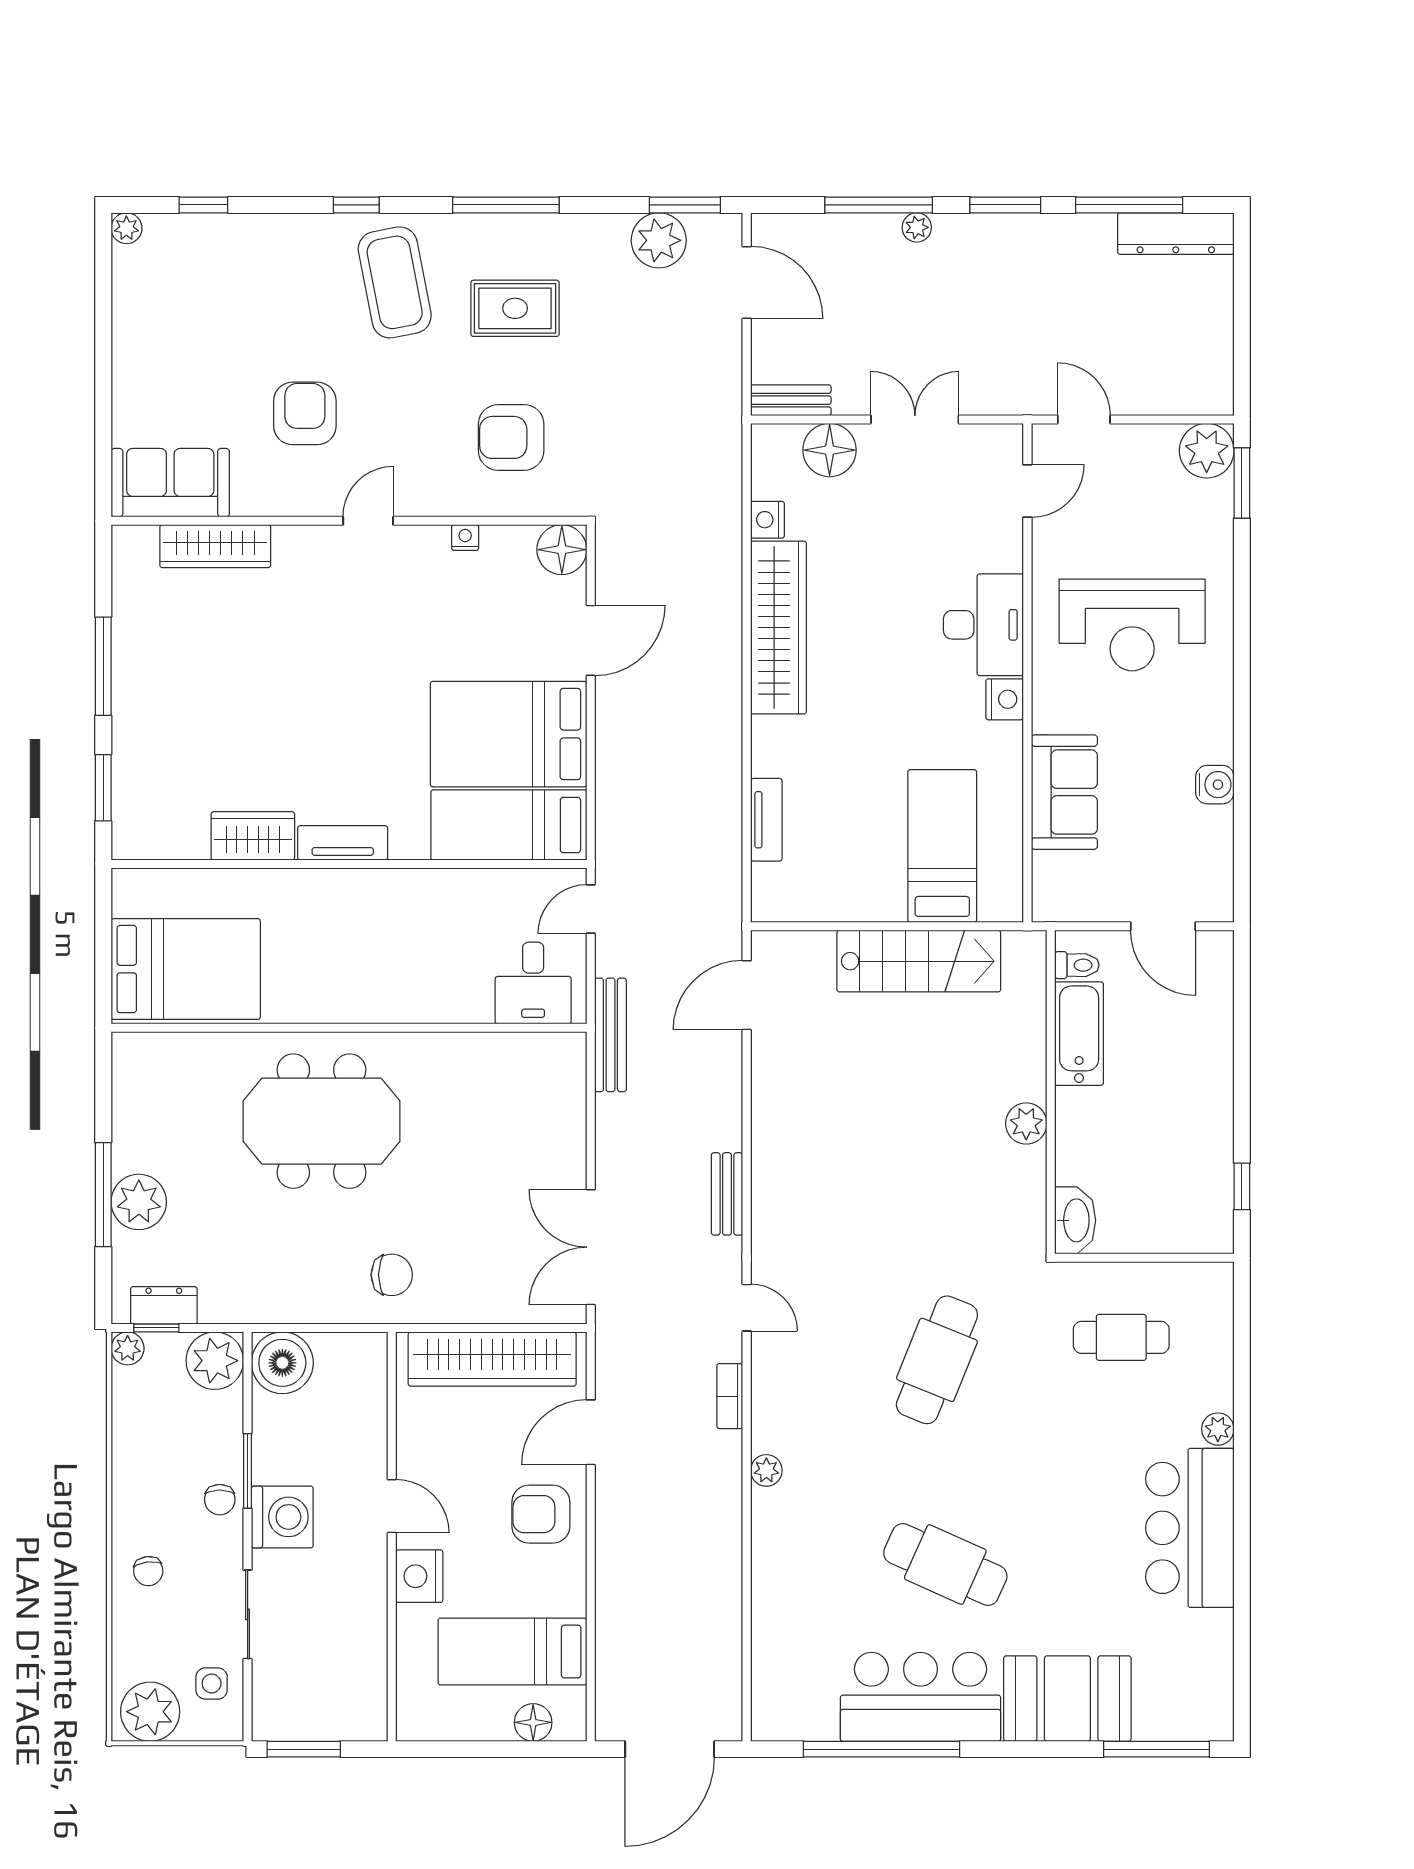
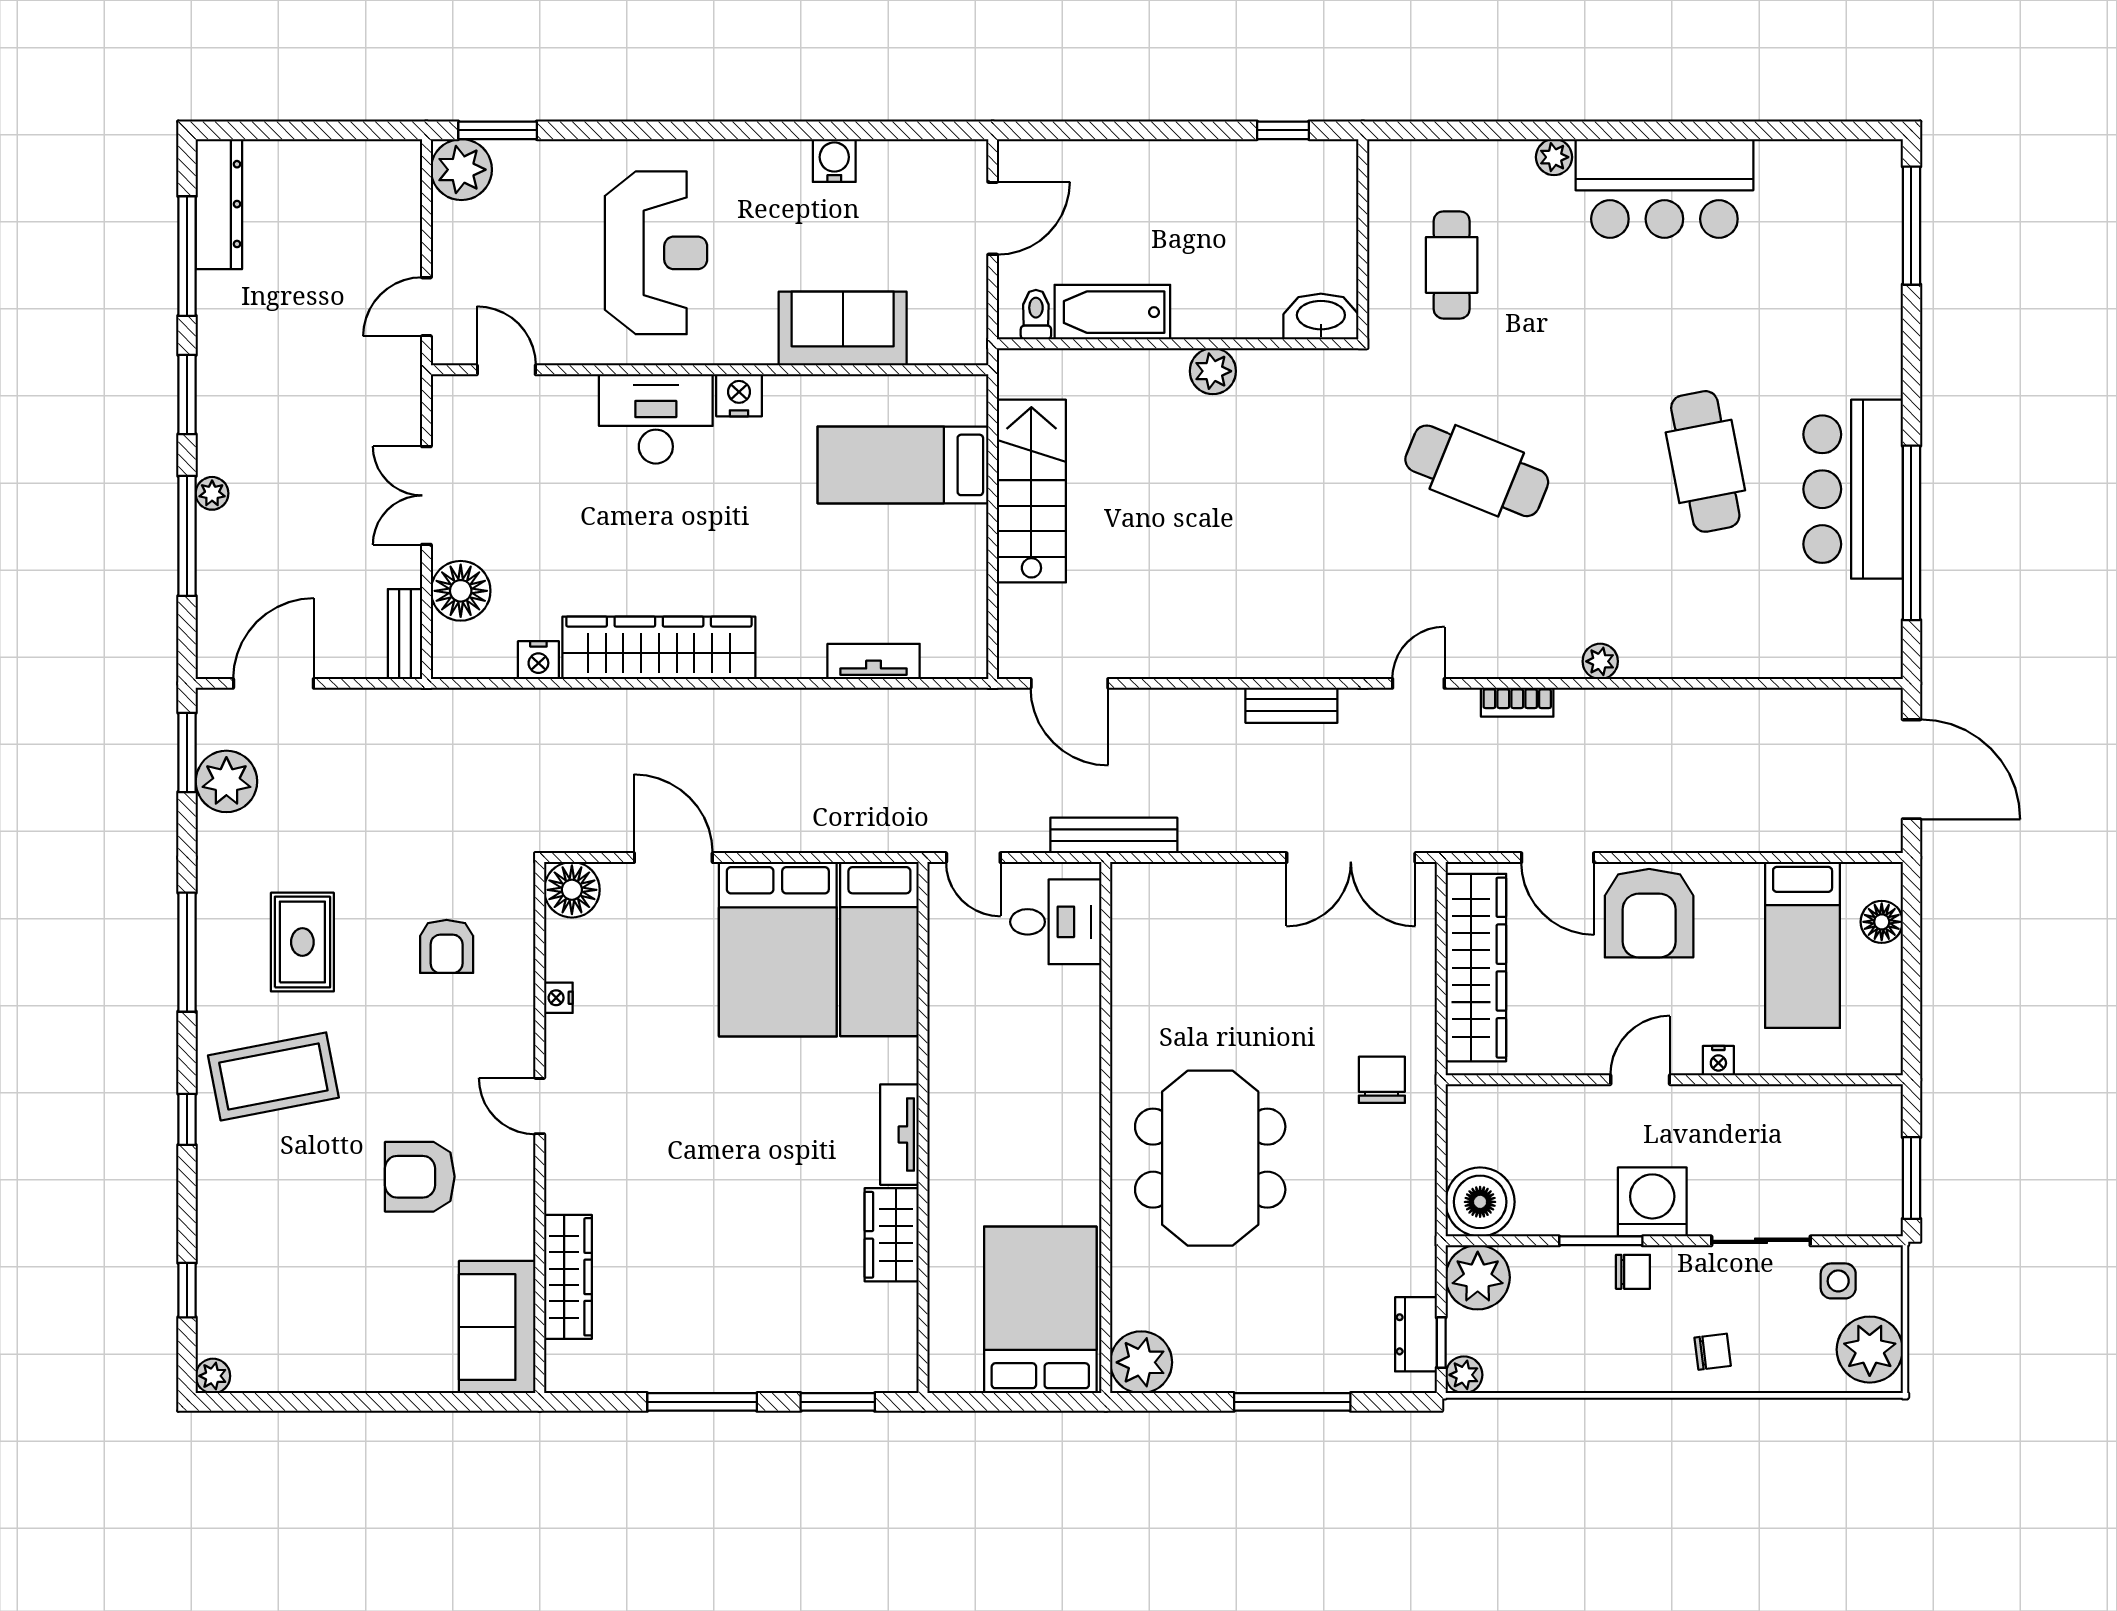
armchair: (511, 437) -> (447, 946), width x0.72, depth x0.72
plant: (139, 1202) -> (1141, 1362), moved
armchair: (541, 1514) -> (1649, 913), width x1.36, depth x1.36
cafe table: (945, 1565) -> (1705, 461), turned -35
nightstand: (419, 1576) -> (1718, 1061), width x0.53, depth x0.56
booth: (1067, 1699) -> (1855, 325), removed

